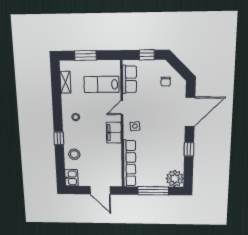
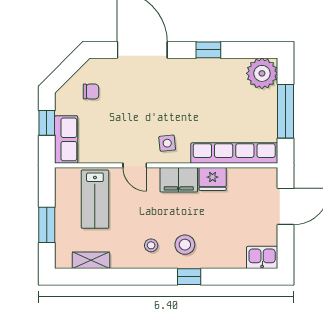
row of seats: (129, 79) -> (66, 139), moved, turned 90
fridge: (115, 151) -> (213, 179), added
stool: (74, 154) -> (185, 245), moved

